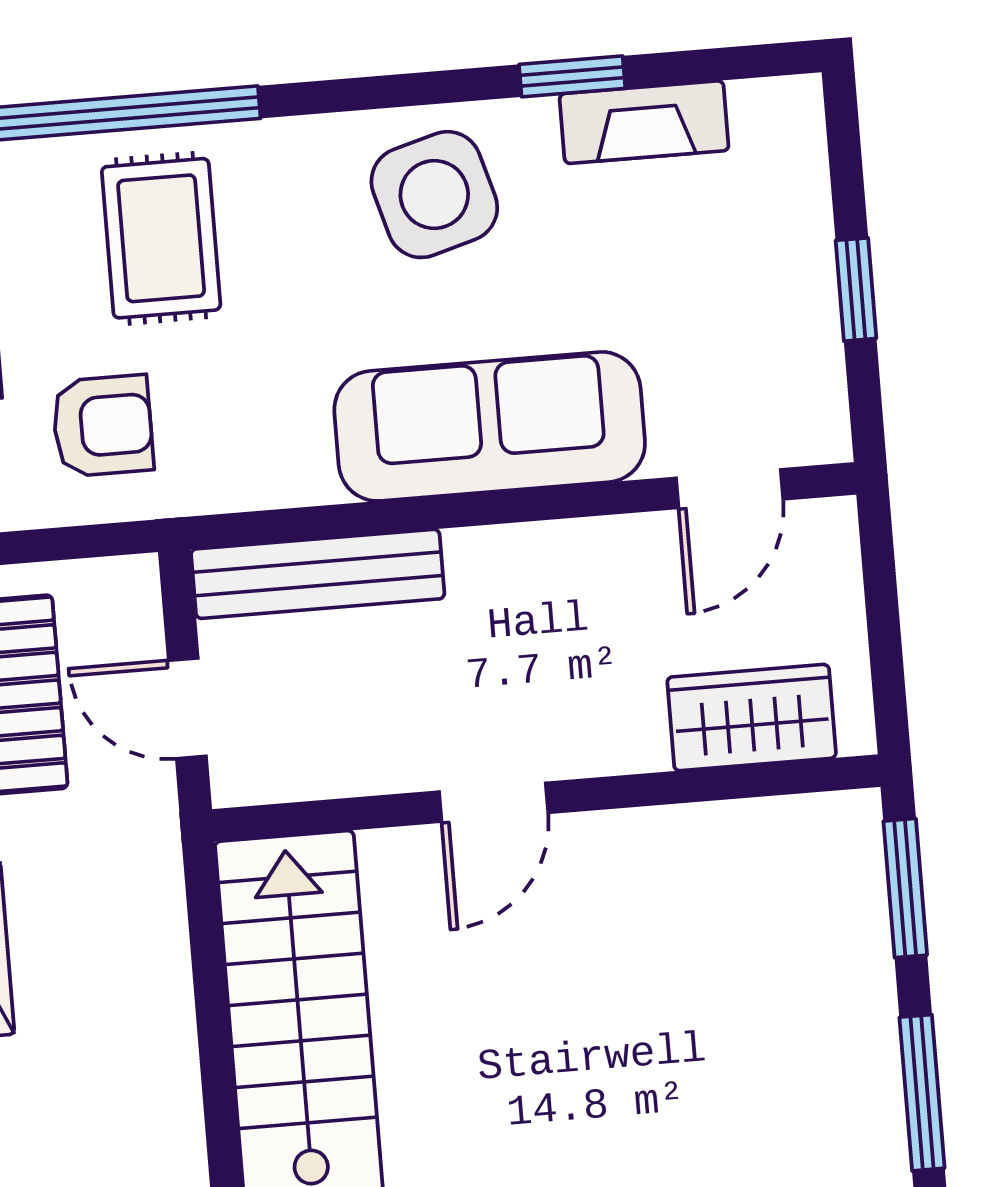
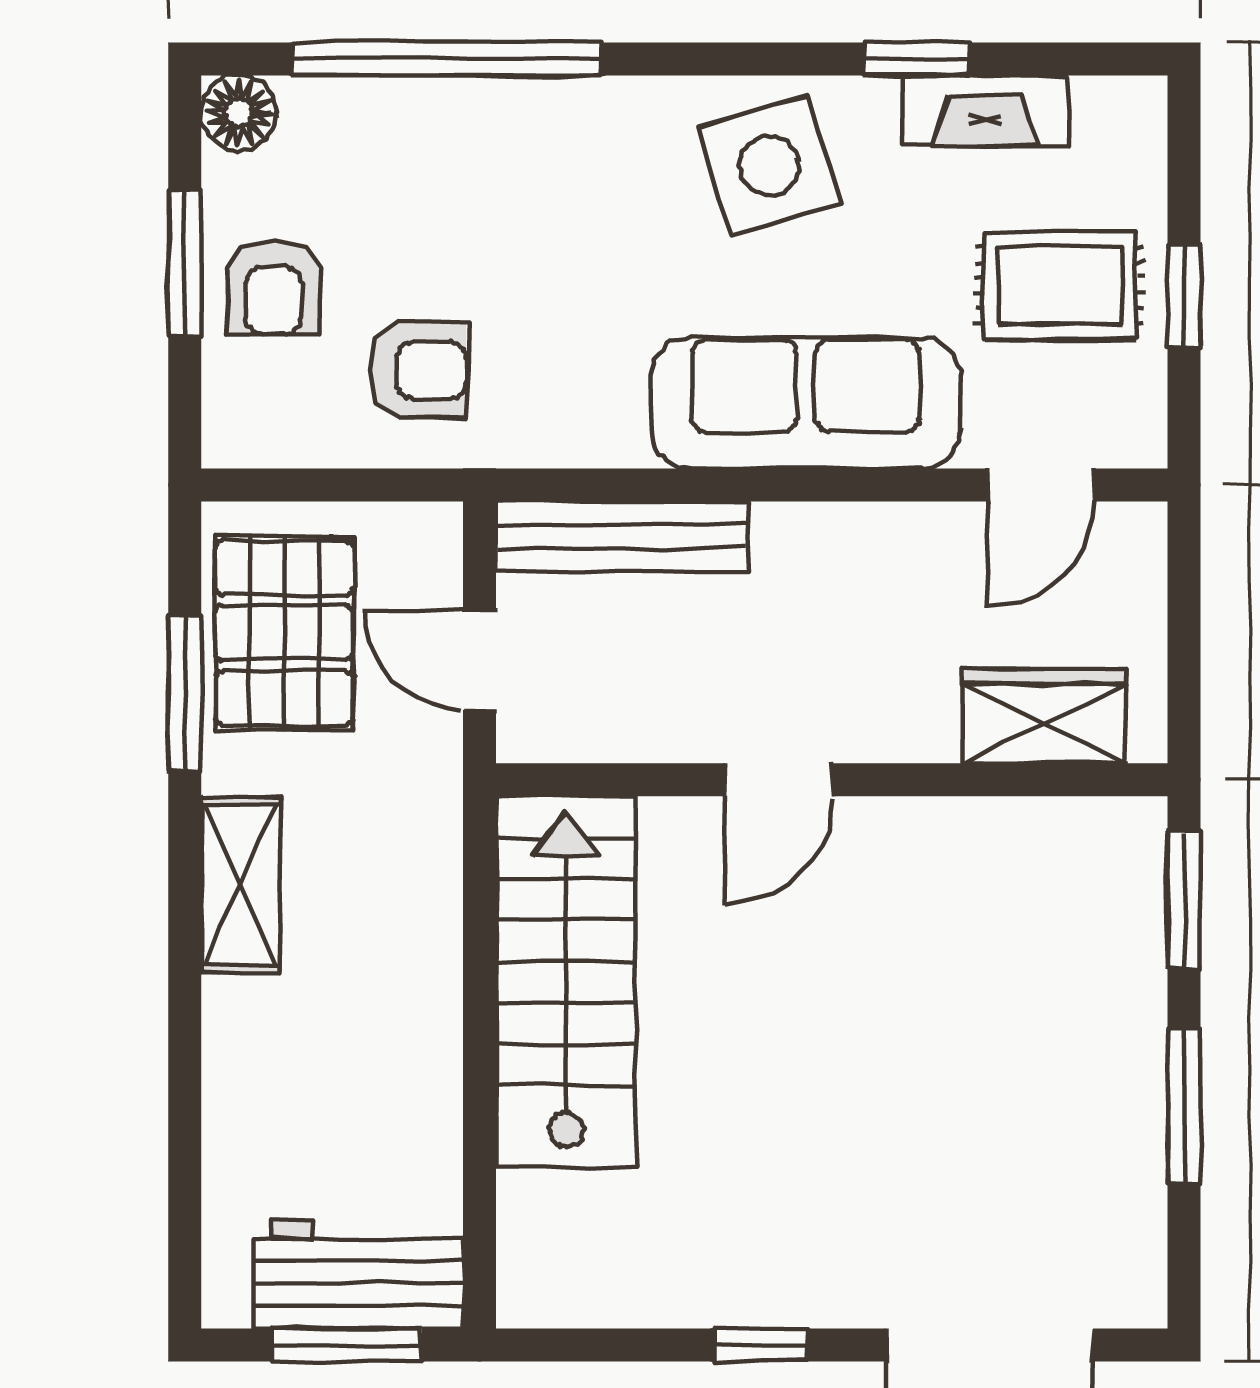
rug: (161, 238) -> (1060, 285), moved, turned 90

